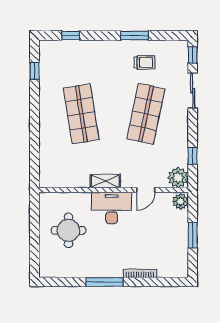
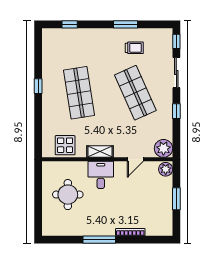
window: (35, 71) -> (38, 86), moved
shop shelf: (146, 114) -> (135, 93), turned -36
window: (193, 156) -> (176, 111), moved
display table: (65, 174) -> (65, 145), added
desk: (112, 208) -> (101, 175), width x0.73

